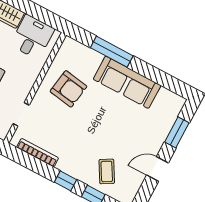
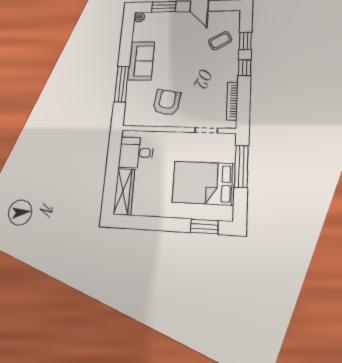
sofa: (127, 82) -> (141, 61), width x0.73
plant: (179, 102) -> (140, 17), added

